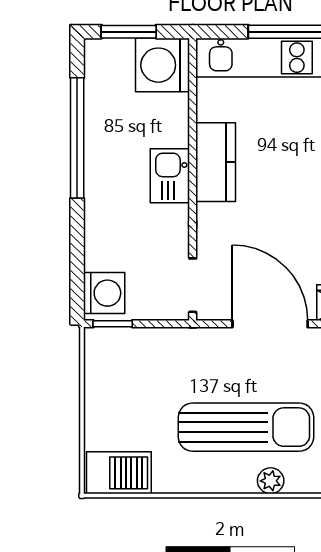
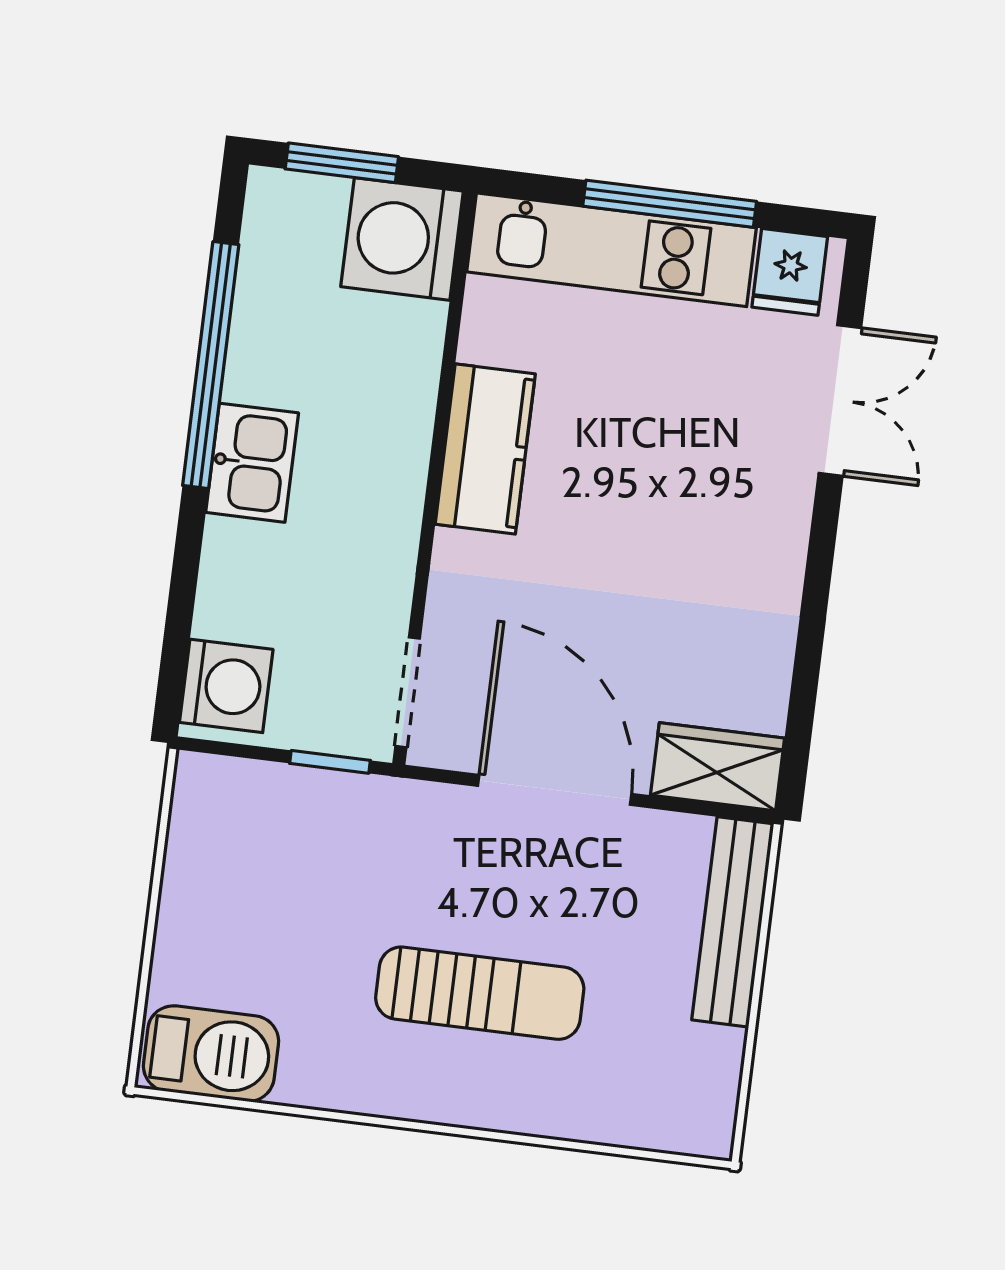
kitchen sink: (170, 176) -> (252, 463), moved, turned 180
window: (113, 324) -> (330, 762), moved
sun lounger: (246, 427) -> (480, 993), width x0.73, depth x0.75
plant: (271, 481) -> (516, 1108), removed

